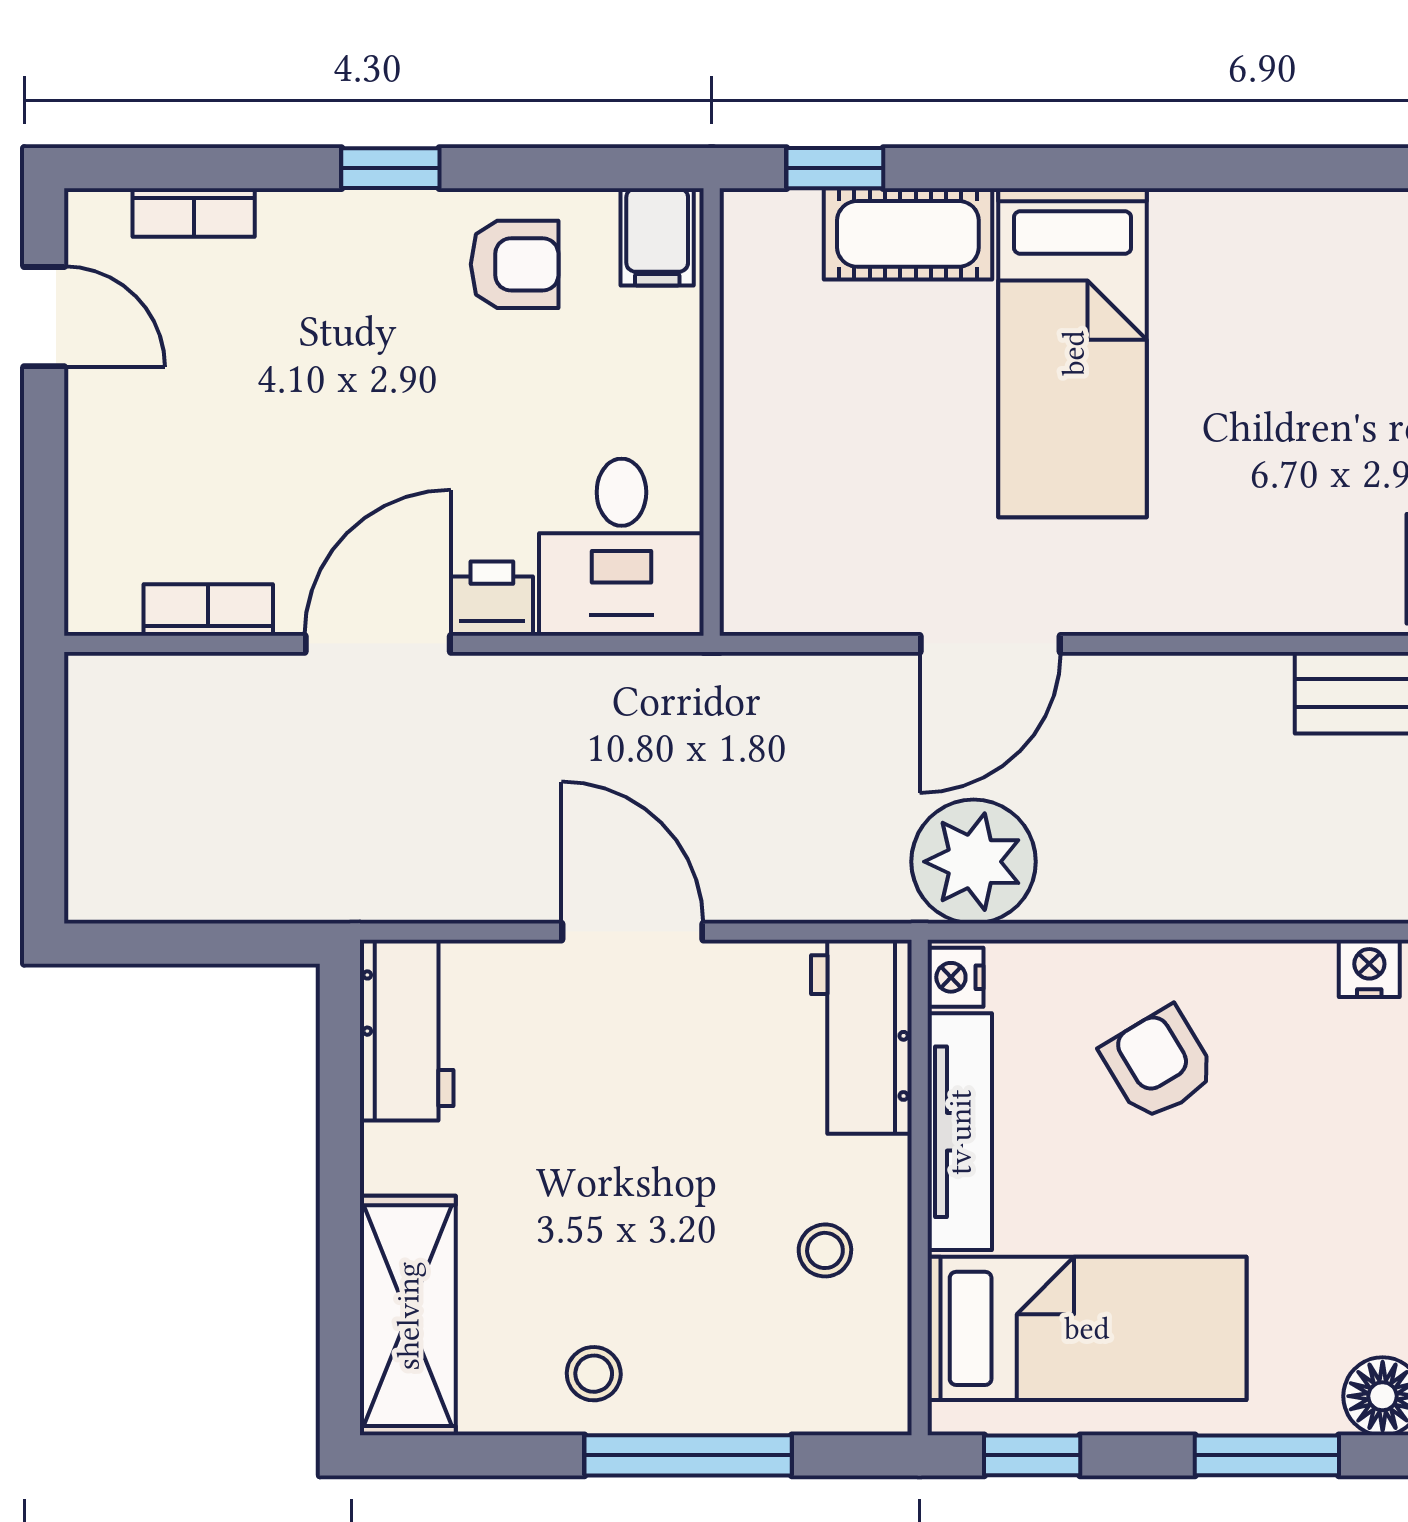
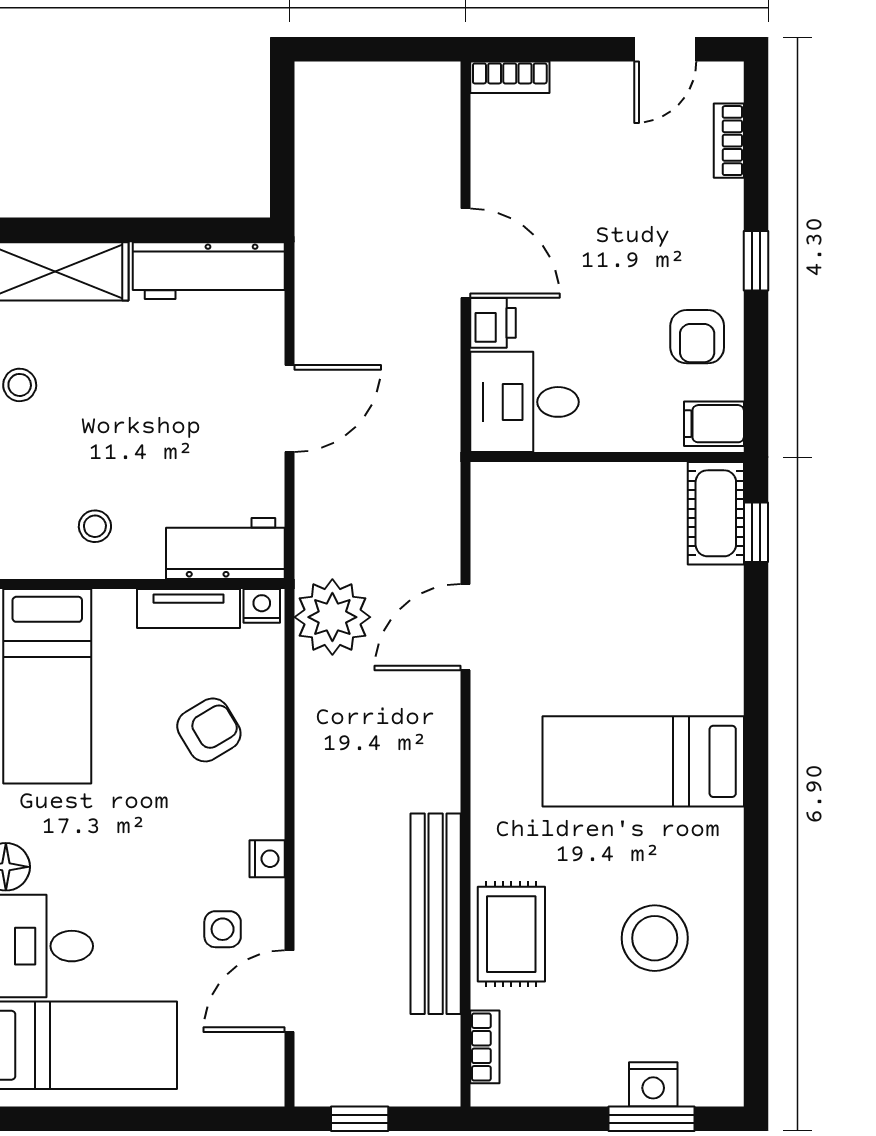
cot: (908, 234) -> (716, 513), moved
bed: (1073, 353) -> (643, 761), moved
bookcase: (208, 610) -> (510, 77), moved, turned 90
door: (990, 644) -> (465, 627), hinge flipped
workbench: (407, 1030) -> (209, 271), width x1.38
tv unit: (960, 1132) -> (188, 608), width x0.71

